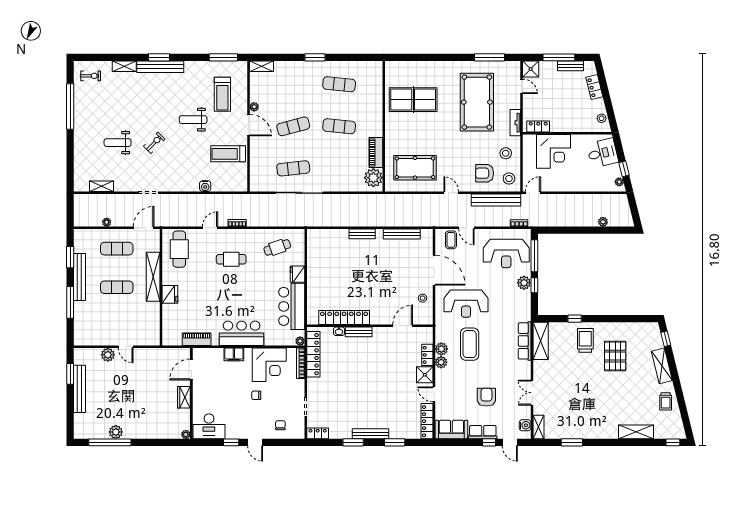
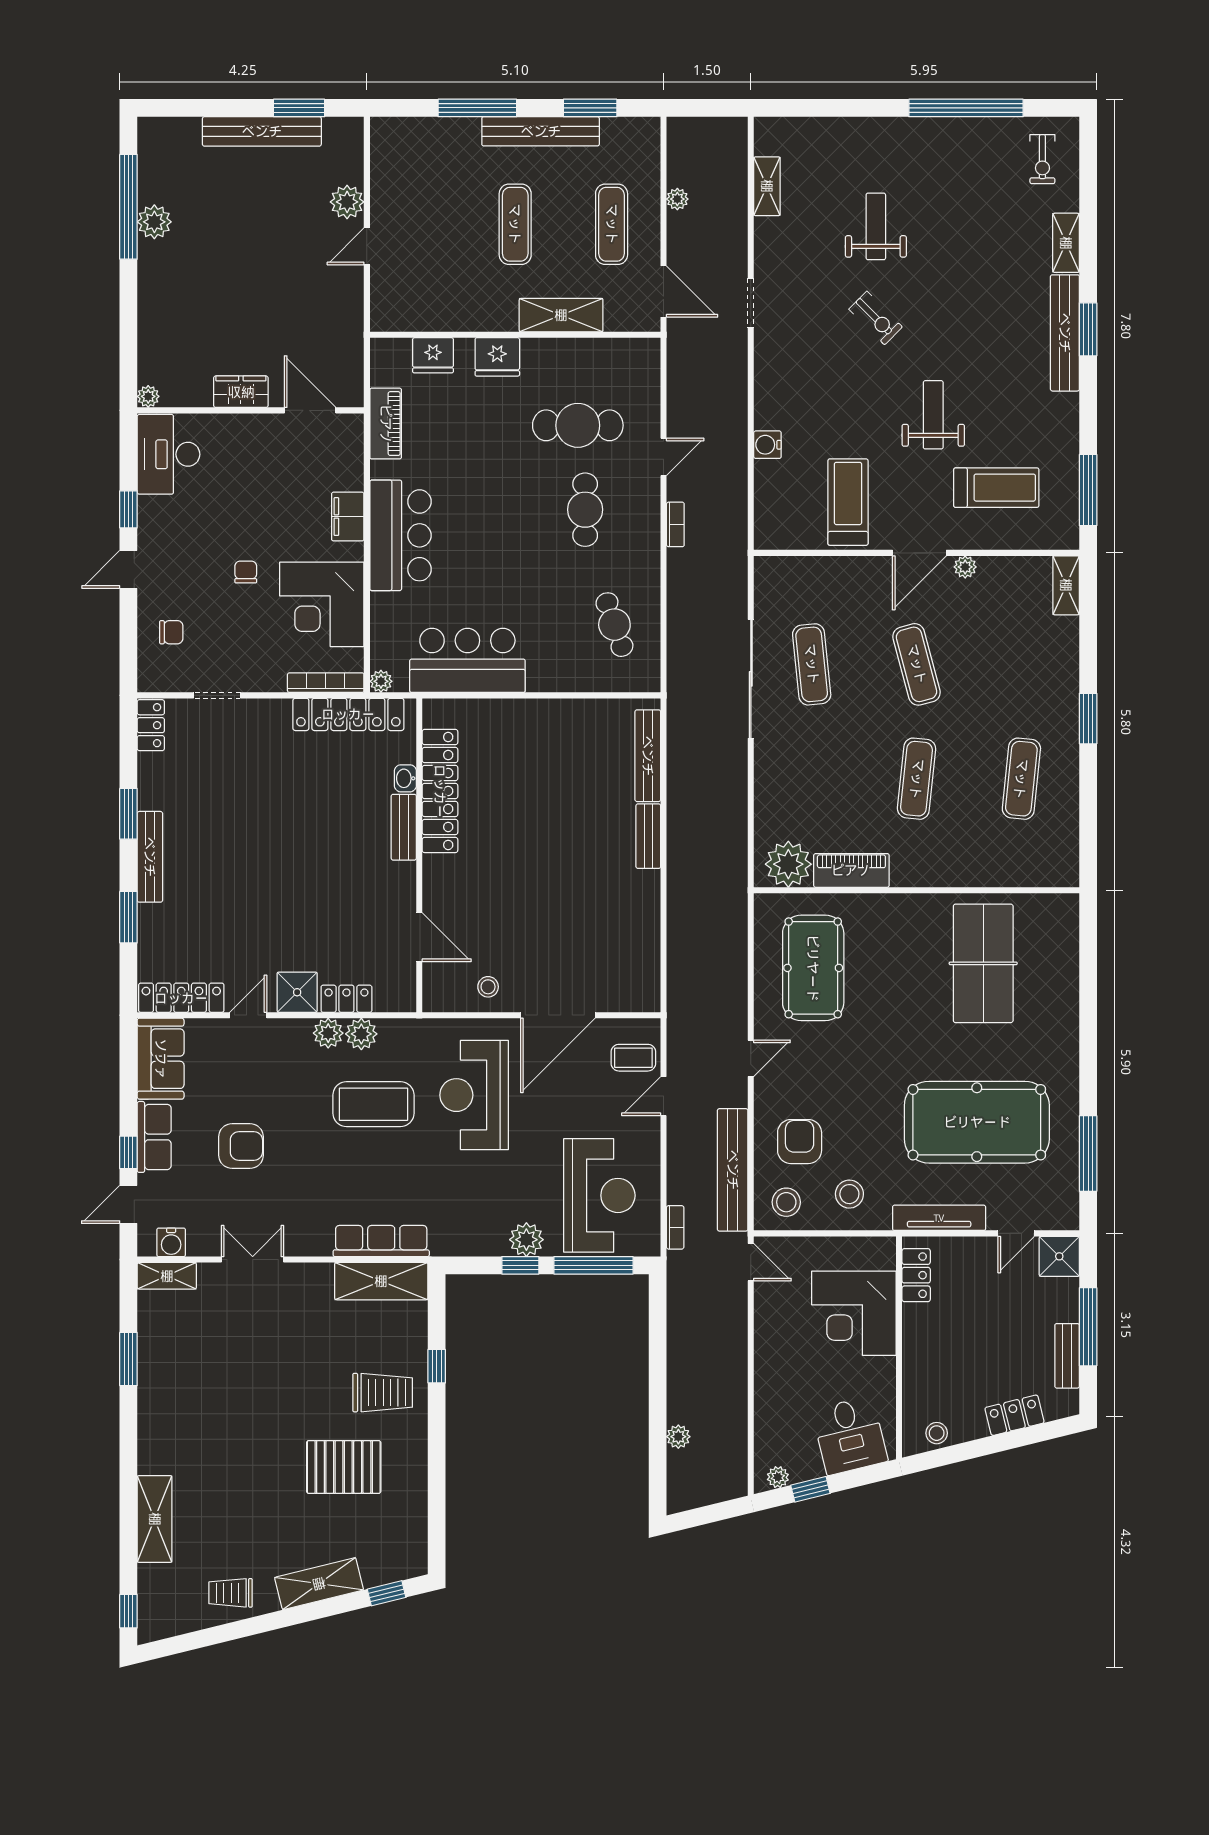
treadmill: (222, 94) -> (996, 488), turned 180
tv unit: (515, 123) -> (939, 1218), width x1.41
door: (210, 228) -> (664, 457), hinge flipped
bench: (402, 234) -> (648, 756), moved
cafe table: (179, 249) -> (578, 425), moved
reception desk: (506, 253) -> (599, 1195), turned 180
fridge: (297, 274) -> (433, 355), moved, turned 180
shelving: (153, 277) -> (561, 315), width x0.68

